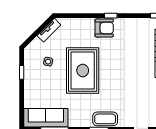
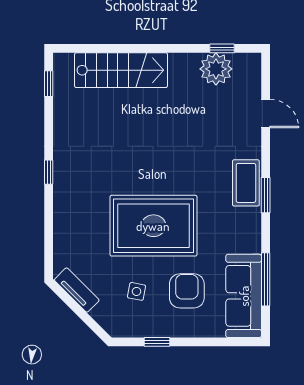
armchair: (104, 28) -> (187, 291), moved

